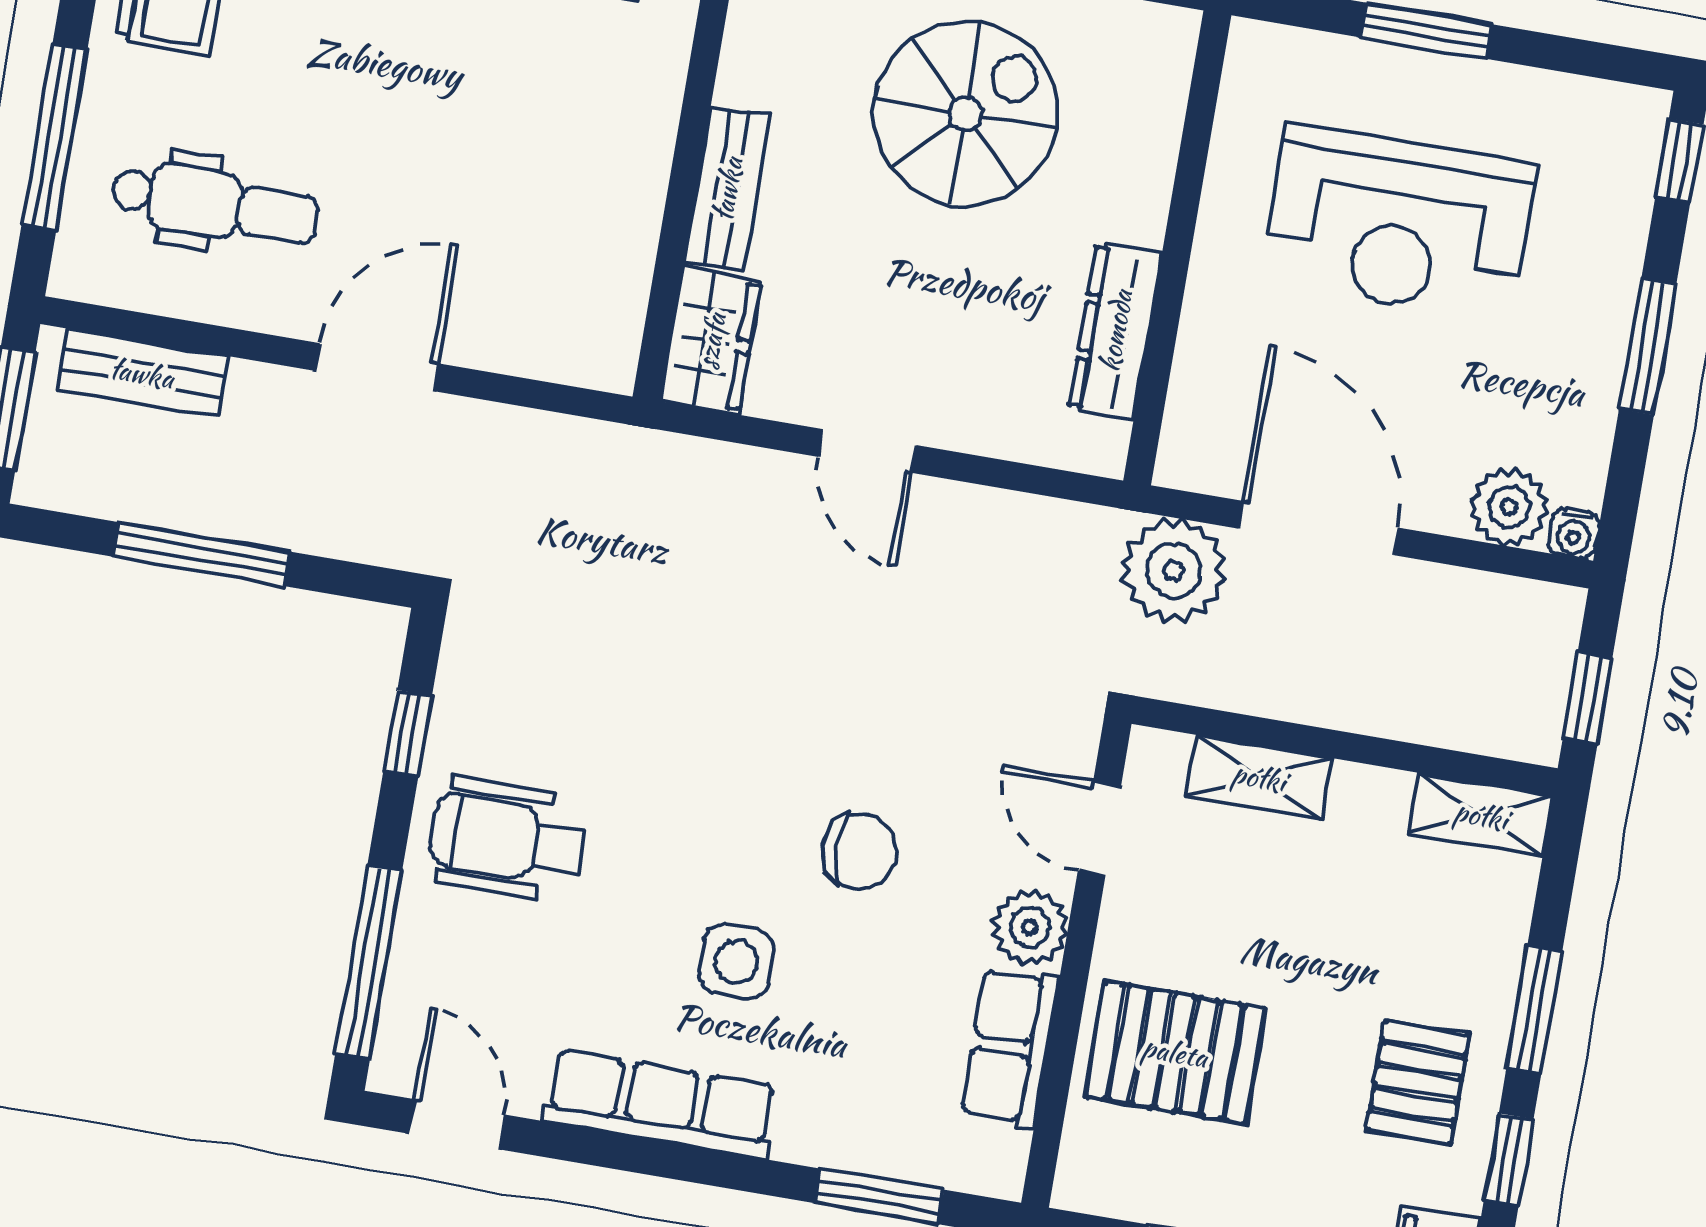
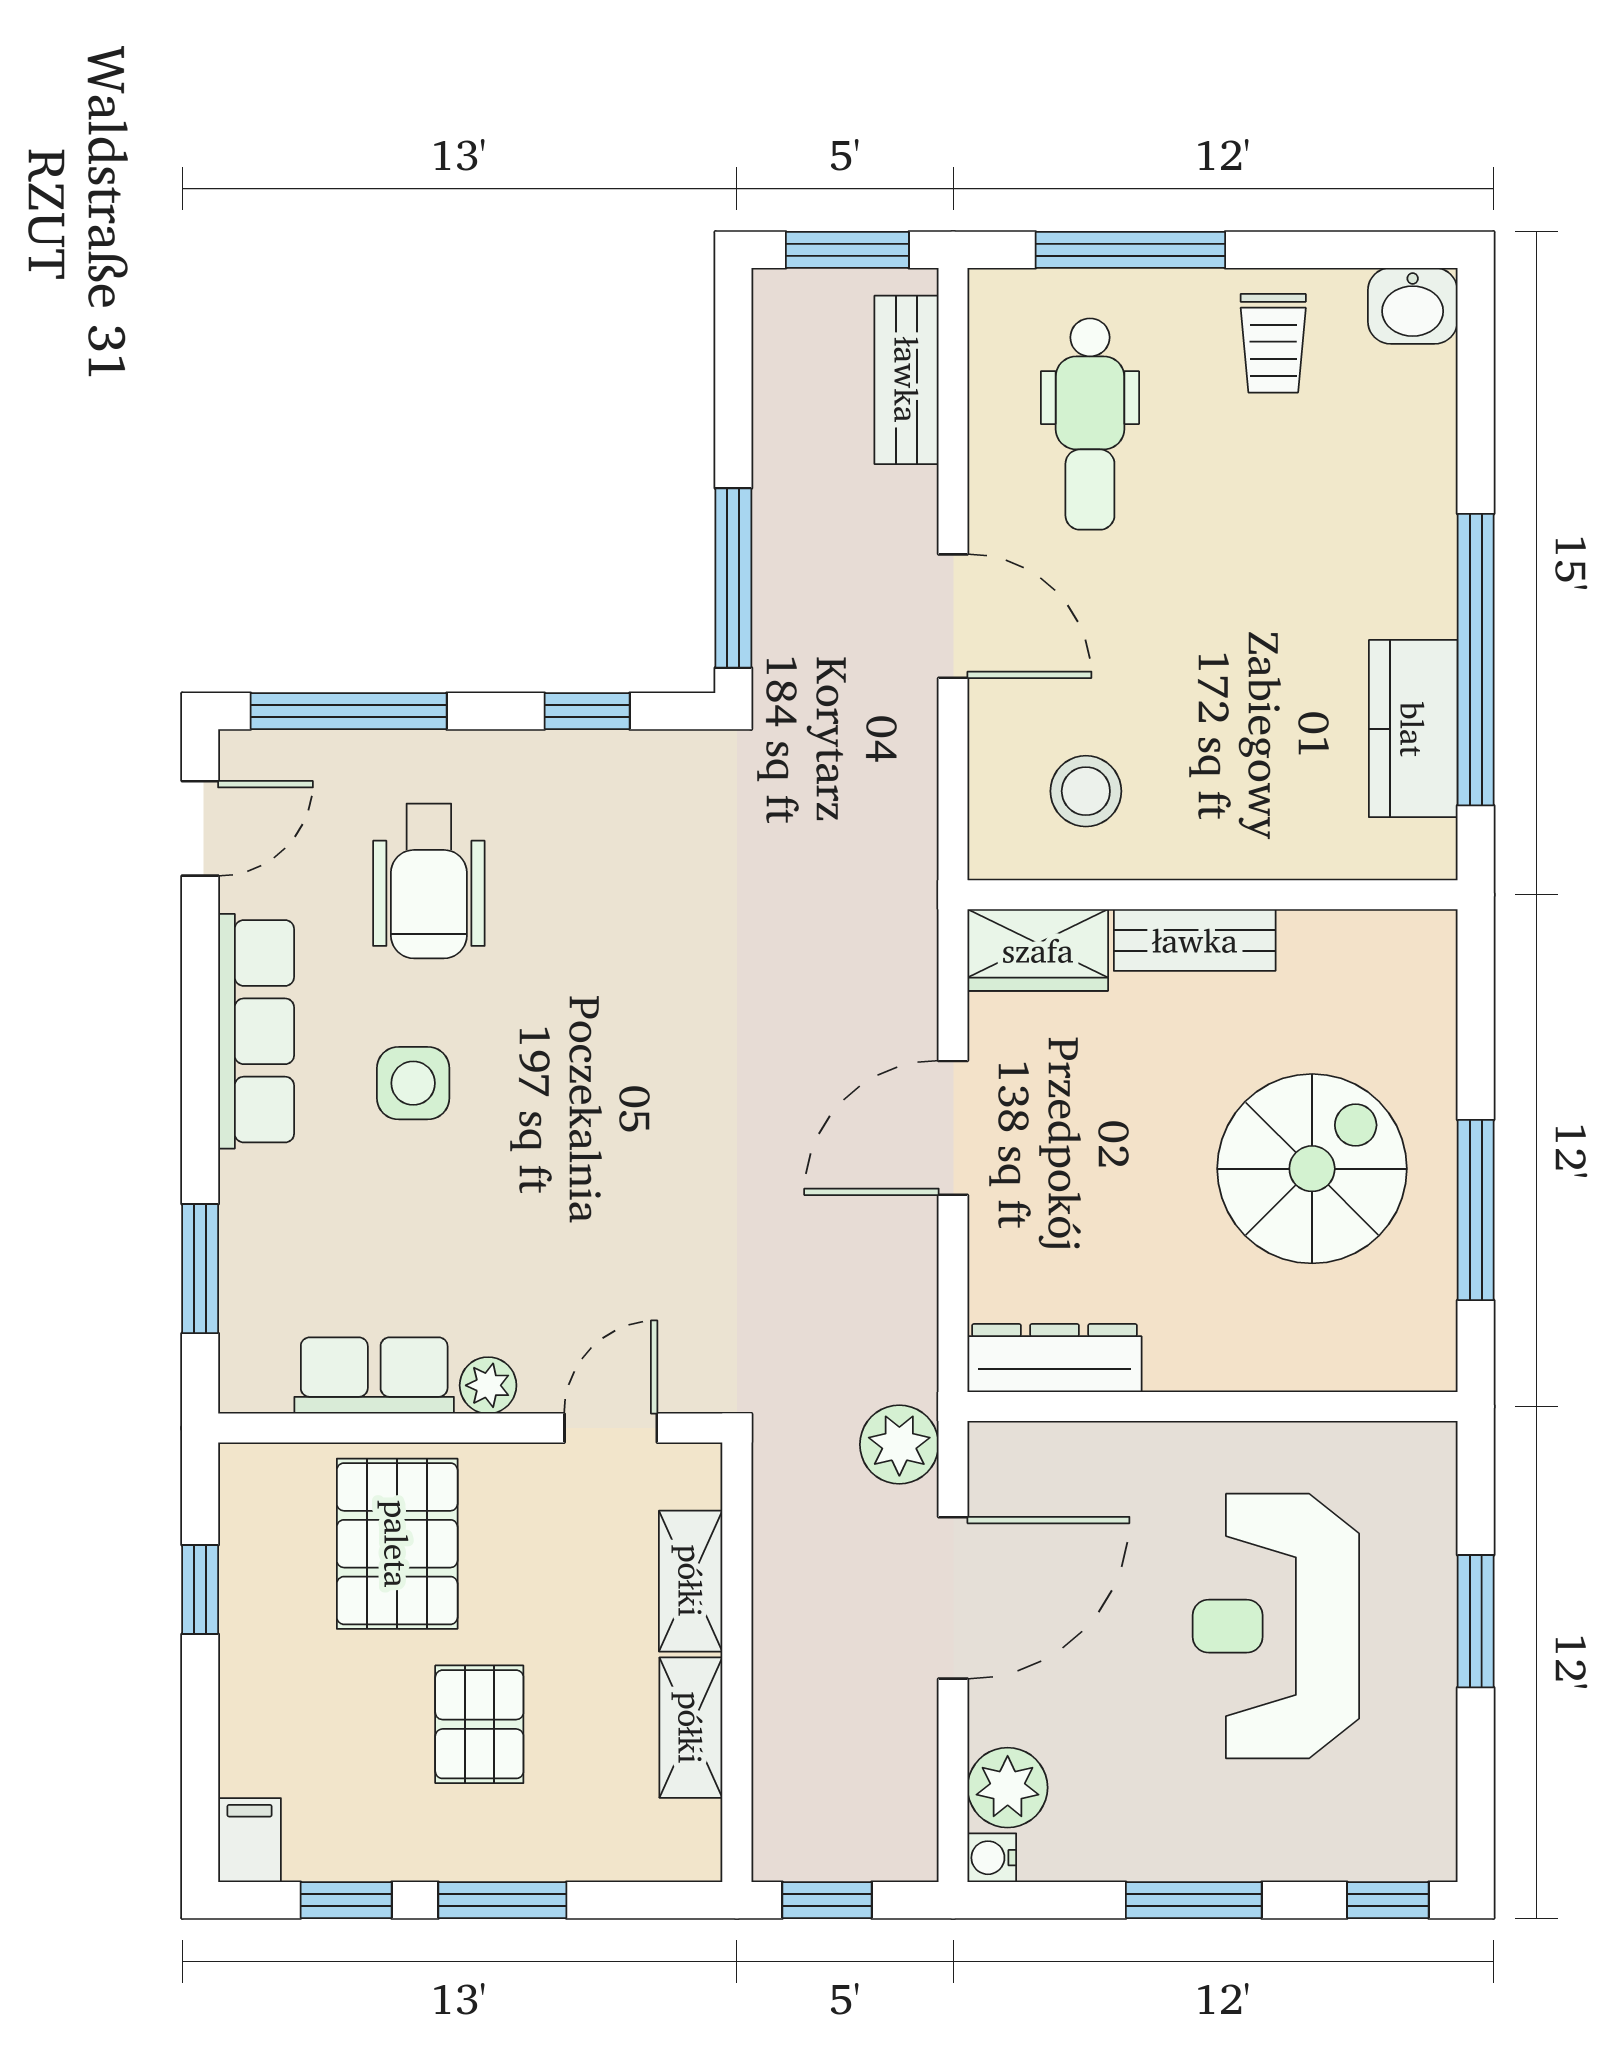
spiral stairs: (965, 113) -> (1312, 1169), turned -90
stool: (566, 268) -> (1086, 791), added
dresser: (1115, 331) -> (1055, 1358), moved
door: (867, 451) -> (953, 1128), width x1.38
window: (201, 554) -> (733, 578), moved
plant: (1174, 571) -> (899, 1445), width x0.73, depth x0.73
shelving: (1481, 815) -> (691, 1728), moved
wheelchair: (507, 839) -> (429, 881), moved, turned 180
chair: (860, 851) -> (546, 1189), removed
plant: (1030, 927) -> (488, 1385), width x0.73, depth x0.73
pallet: (1418, 1083) -> (479, 1724), moved, turned 90

